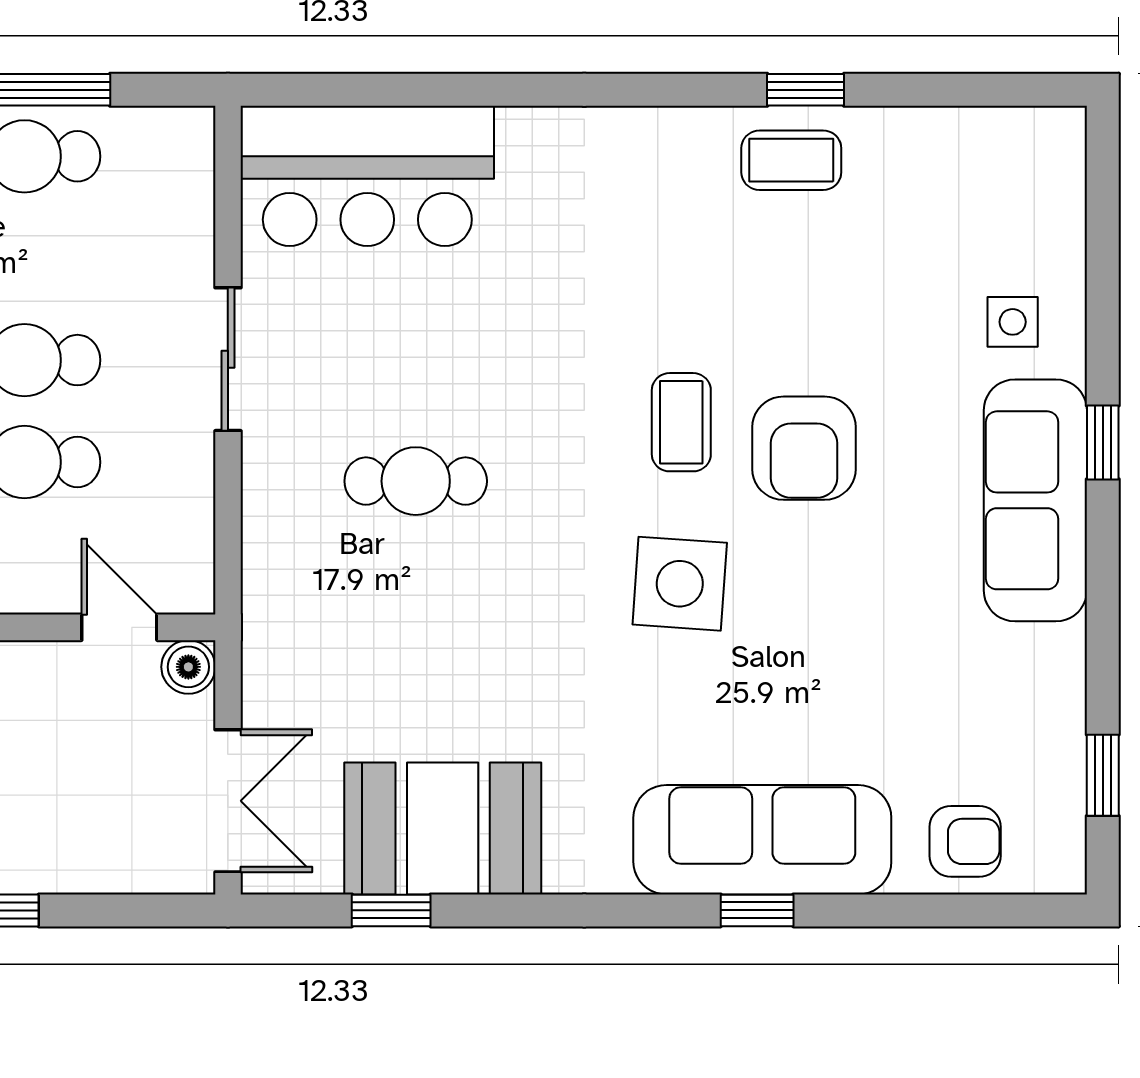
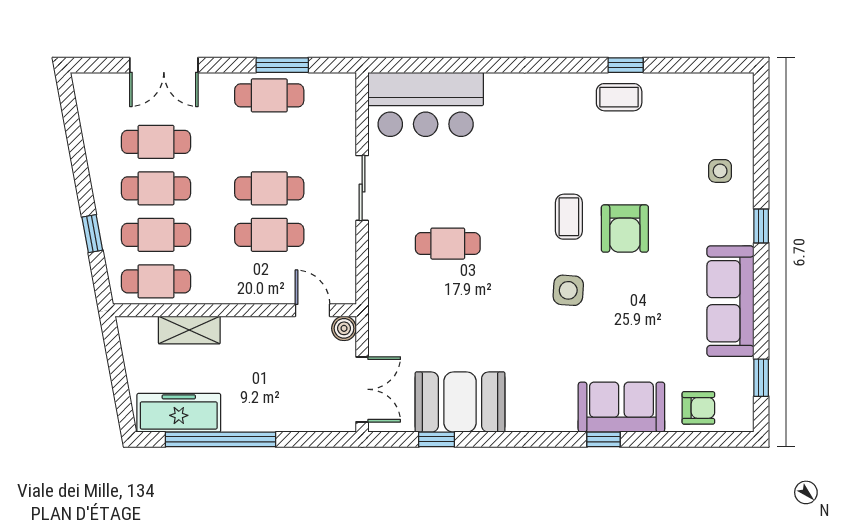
sofa: (1035, 500) -> (730, 301), moved
side table: (680, 584) -> (568, 290), width x0.73, depth x0.73
sofa: (762, 840) -> (621, 407), width x0.73

